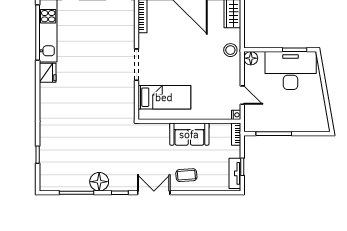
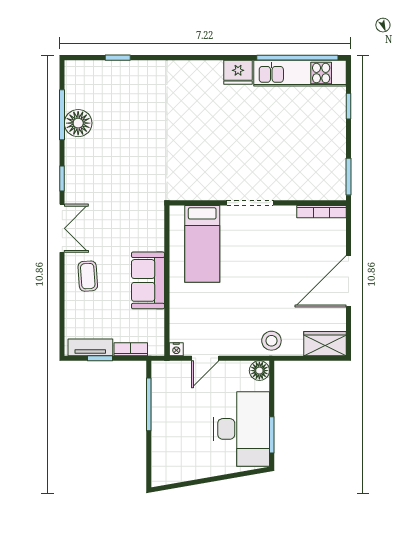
bookcase: (236, 134) -> (131, 349), moved
floor lamp: (99, 182) -> (78, 123), moved

